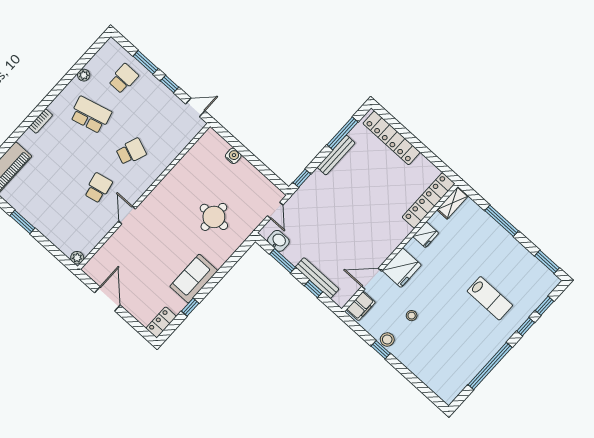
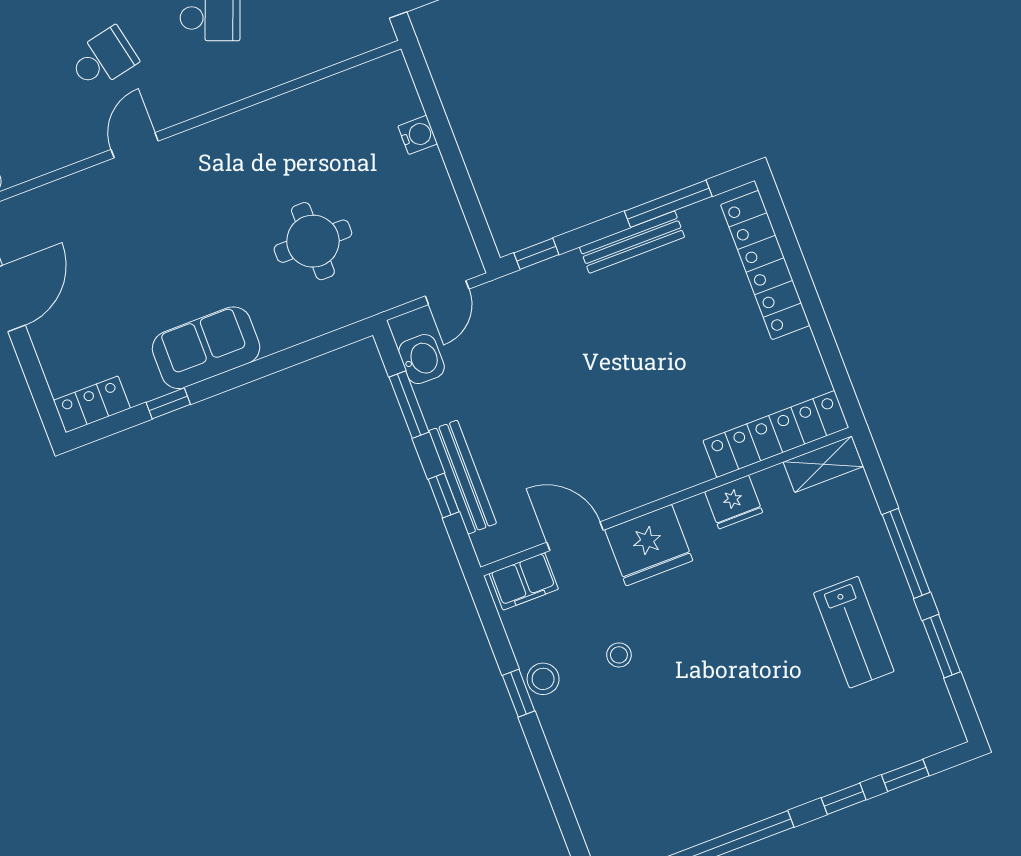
window: (547, 262) -> (941, 646), moved
lab bench: (490, 298) -> (854, 632), moved

